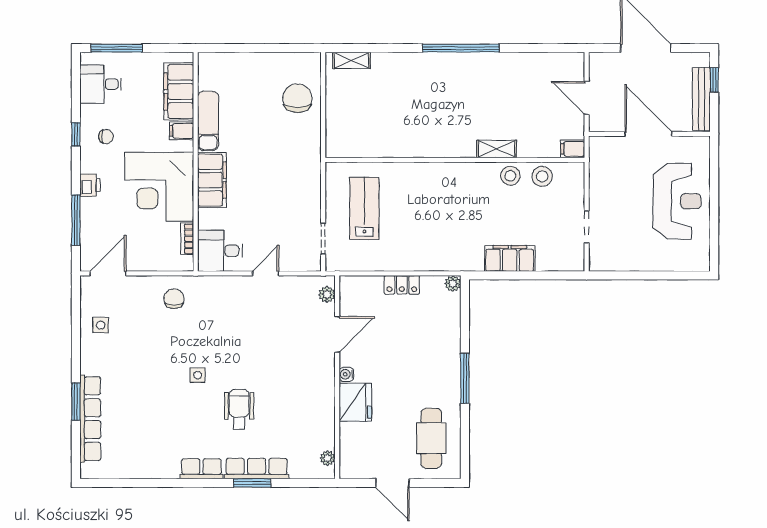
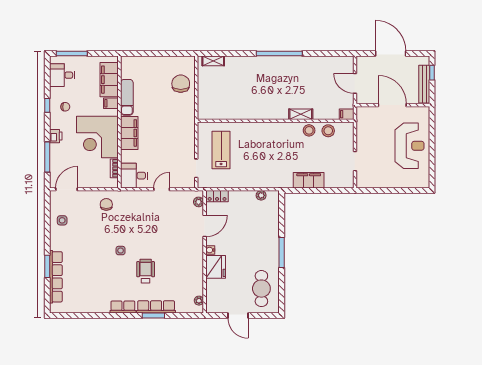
plant: (453, 284) -> (261, 195), moved
locker: (402, 285) -> (217, 196), moved

